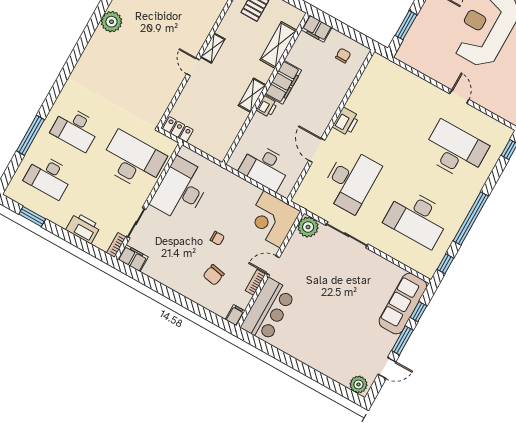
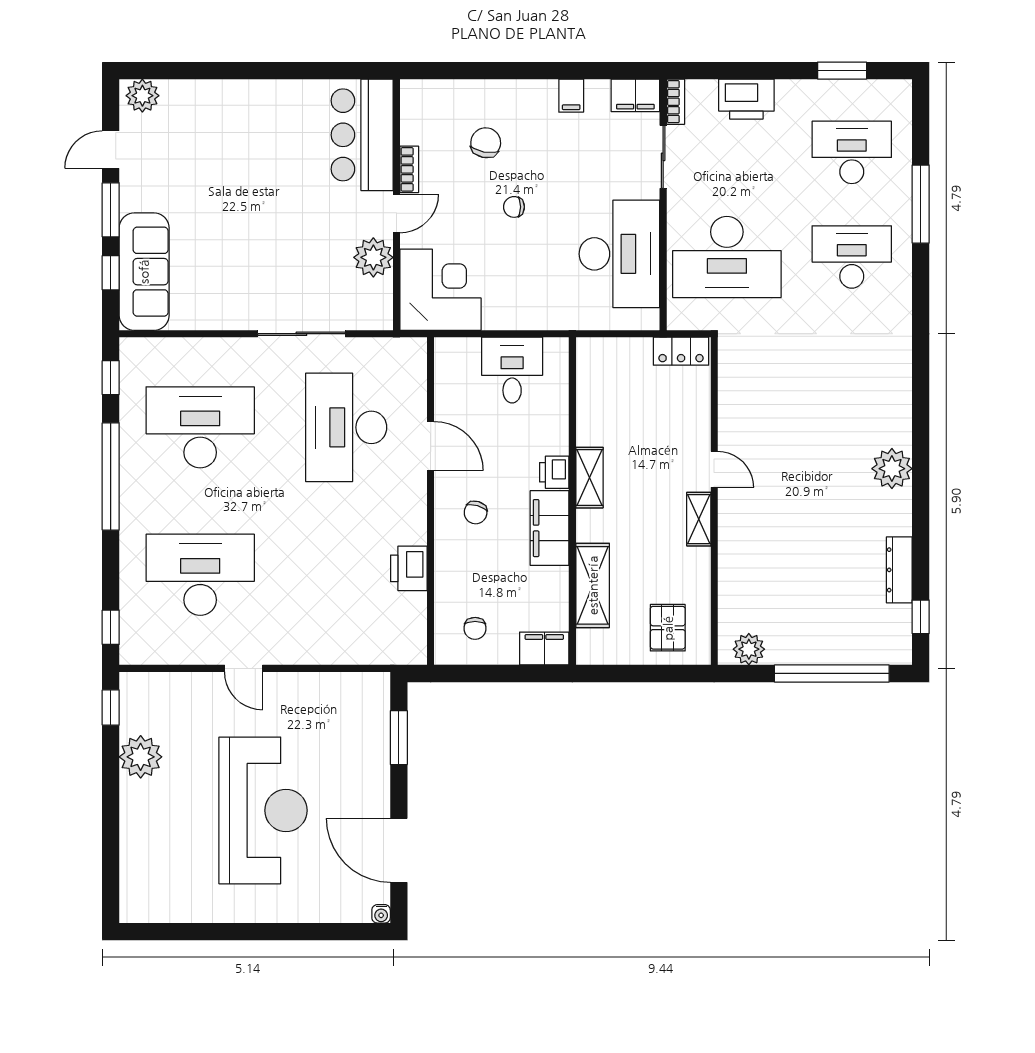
chair: (313, 108) -> (476, 513), added
printer: (346, 122) -> (409, 568), moved
desk: (455, 151) -> (200, 575), turned 180
desk: (265, 167) -> (512, 370), width x0.73
plant: (308, 227) -> (373, 257), moved
filing cabinet: (235, 315) -> (571, 96), moved

